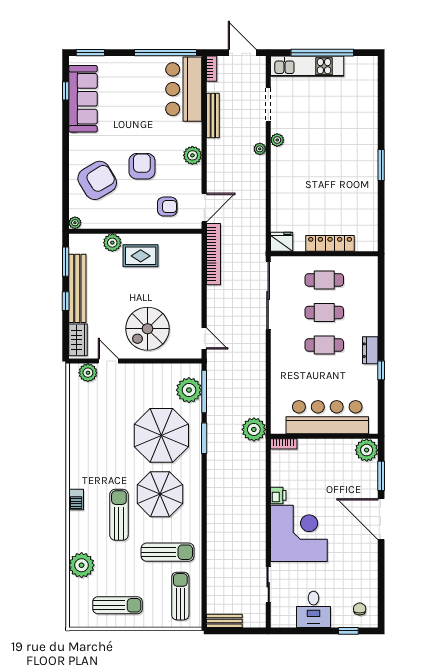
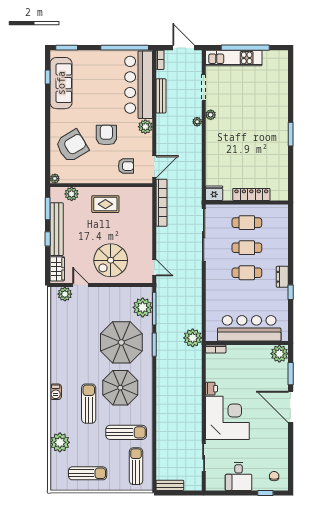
bar counter: (184, 89) -> (139, 85), width x1.36
plant: (112, 243) -> (72, 194), moved

